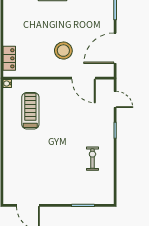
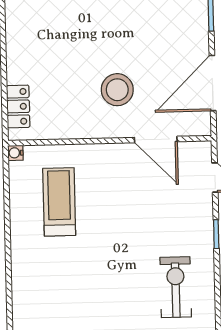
exercise bike: (92, 159) -> (176, 287), width x1.38, depth x1.39

